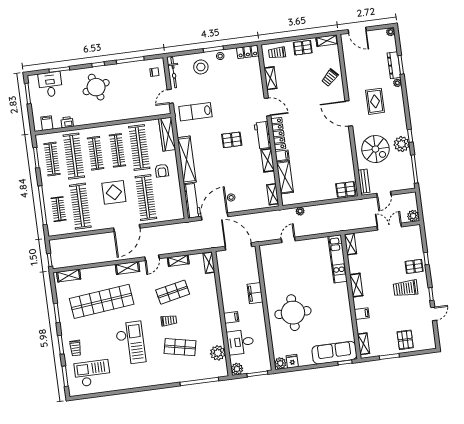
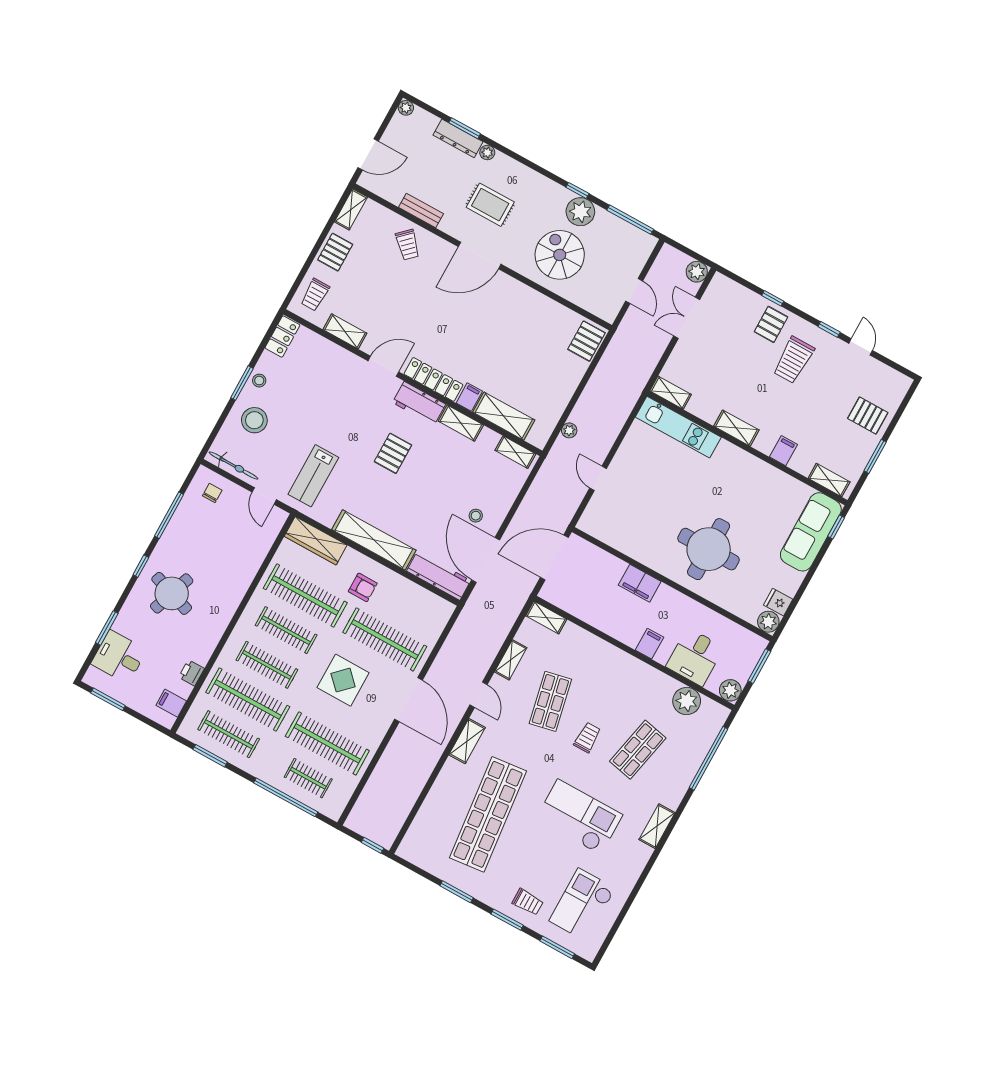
round table: (96, 87) -> (172, 593), turned 36
spiral stairs: (375, 149) -> (560, 255), turned -90
bench: (364, 181) -> (421, 210), moved
shelving: (69, 276) -> (657, 826), moved

